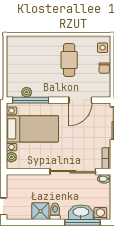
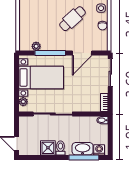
cafe table: (69, 60) -> (72, 19), turned 48
window: (31, 100) -> (50, 53), moved
sliding door: (73, 172) -> (53, 114), moved

